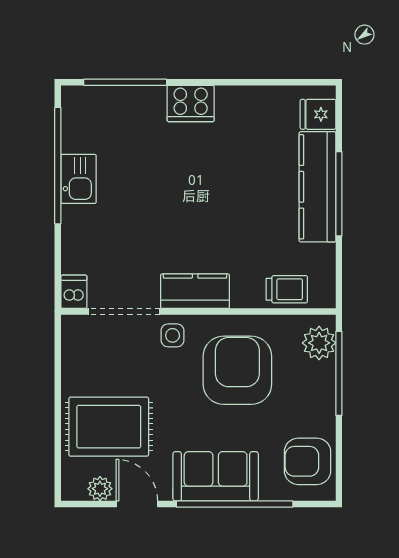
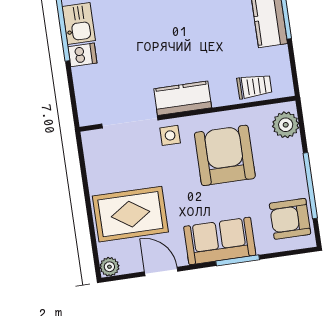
dishwasher: (74, 292) -> (82, 55), moved, turned 90
window: (339, 373) -> (310, 186), moved
plant: (100, 489) -> (109, 267), moved
window: (235, 504) -> (238, 260), width x0.47

